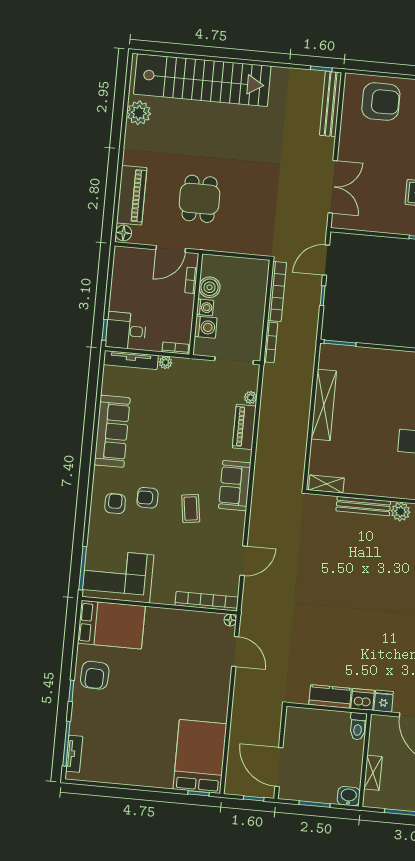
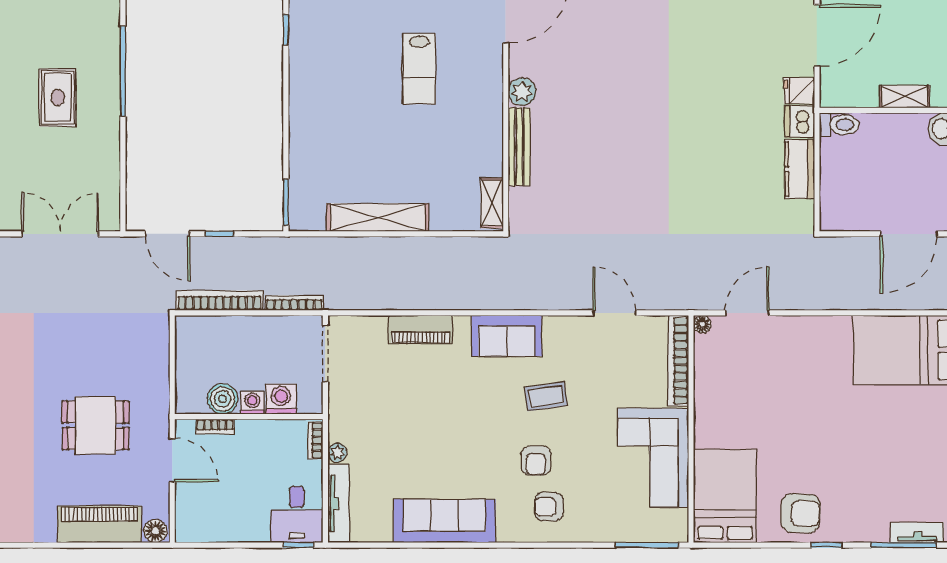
plant: (250, 397) -> (377, 325), removed
corner sofa: (118, 576) -> (653, 458), moved

